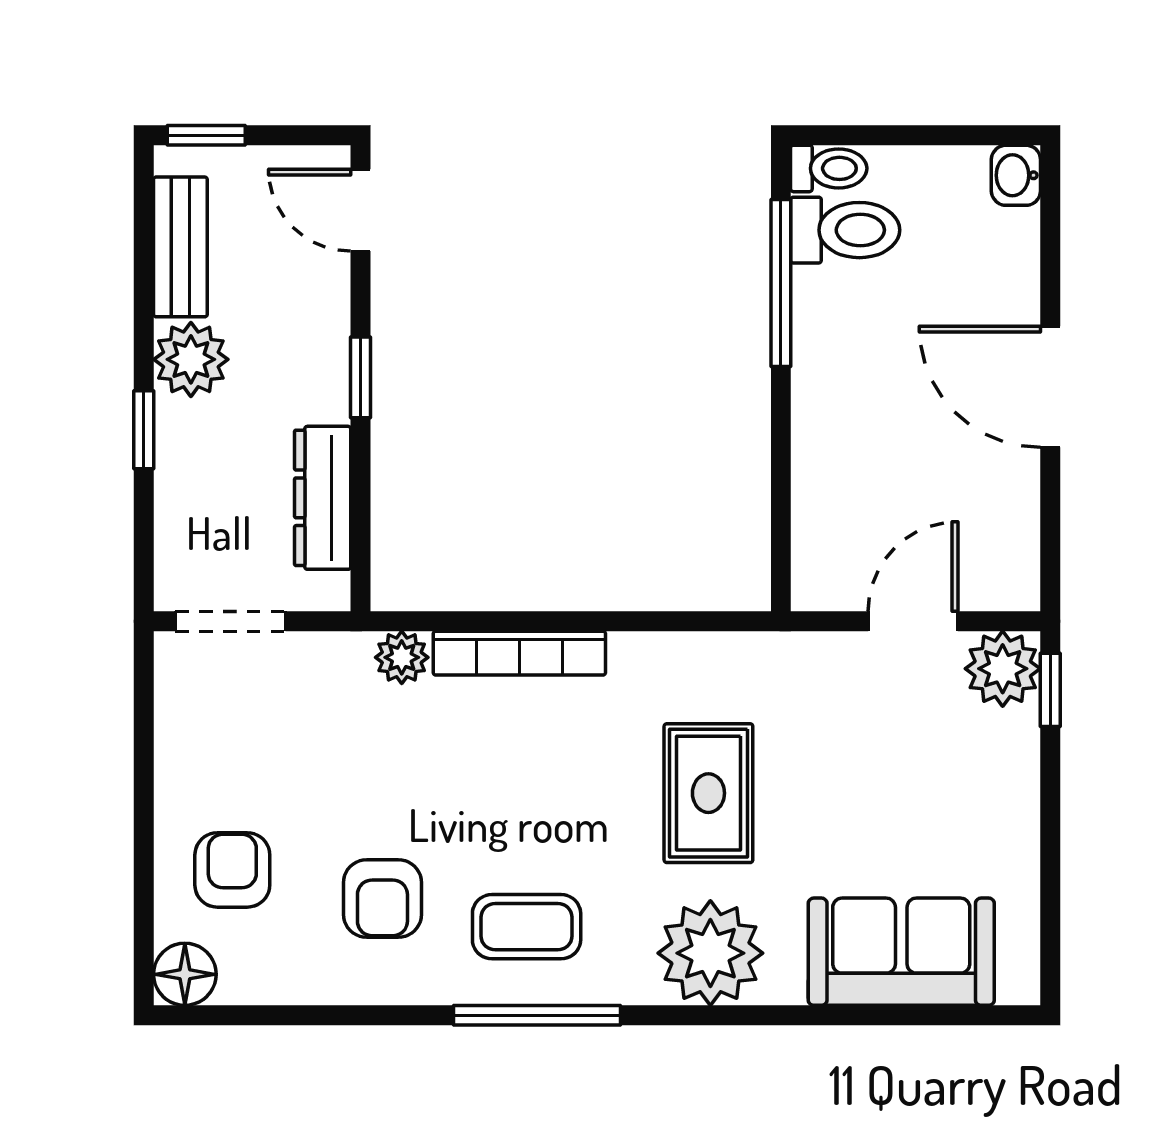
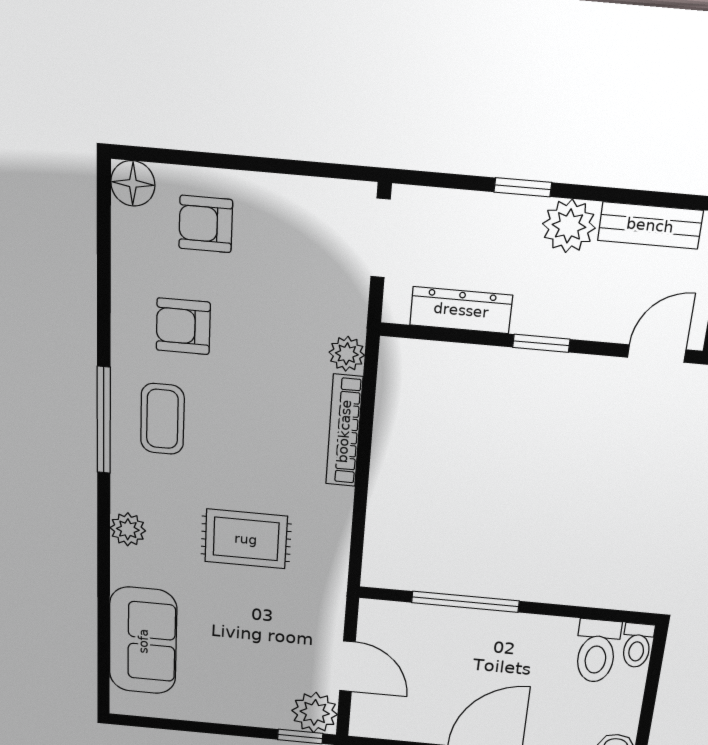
window: (781, 283) -> (465, 602), moved
armchair: (232, 870) -> (206, 224), turned 180
plant: (710, 953) -> (128, 529), width x0.53, depth x0.53

